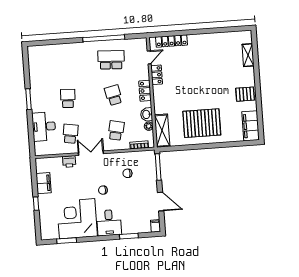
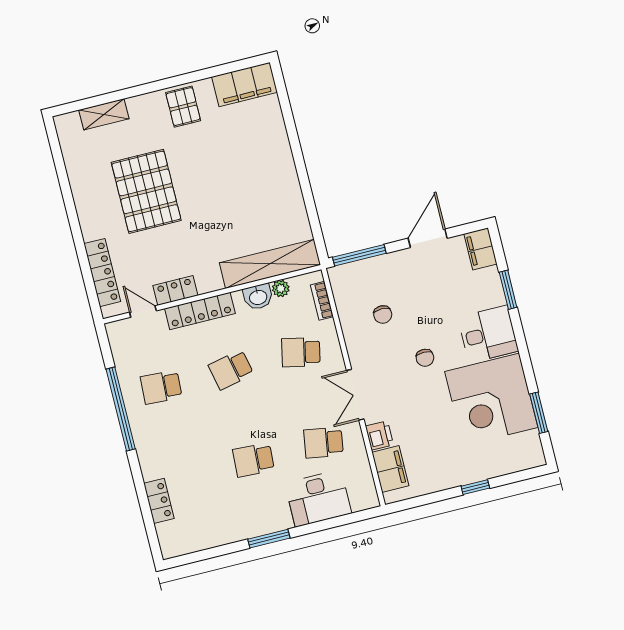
locker: (56, 49) -> (159, 501), added
school desk: (111, 60) -> (161, 387), width x0.54
locker: (145, 91) -> (200, 311), width x1.53
pallet: (202, 123) -> (146, 191), moved
shelving: (162, 131) -> (270, 264), width x1.47
filing cabinet: (44, 183) -> (390, 469), moved, turned 90
filing cabinet: (156, 226) -> (481, 249), width x2.00

